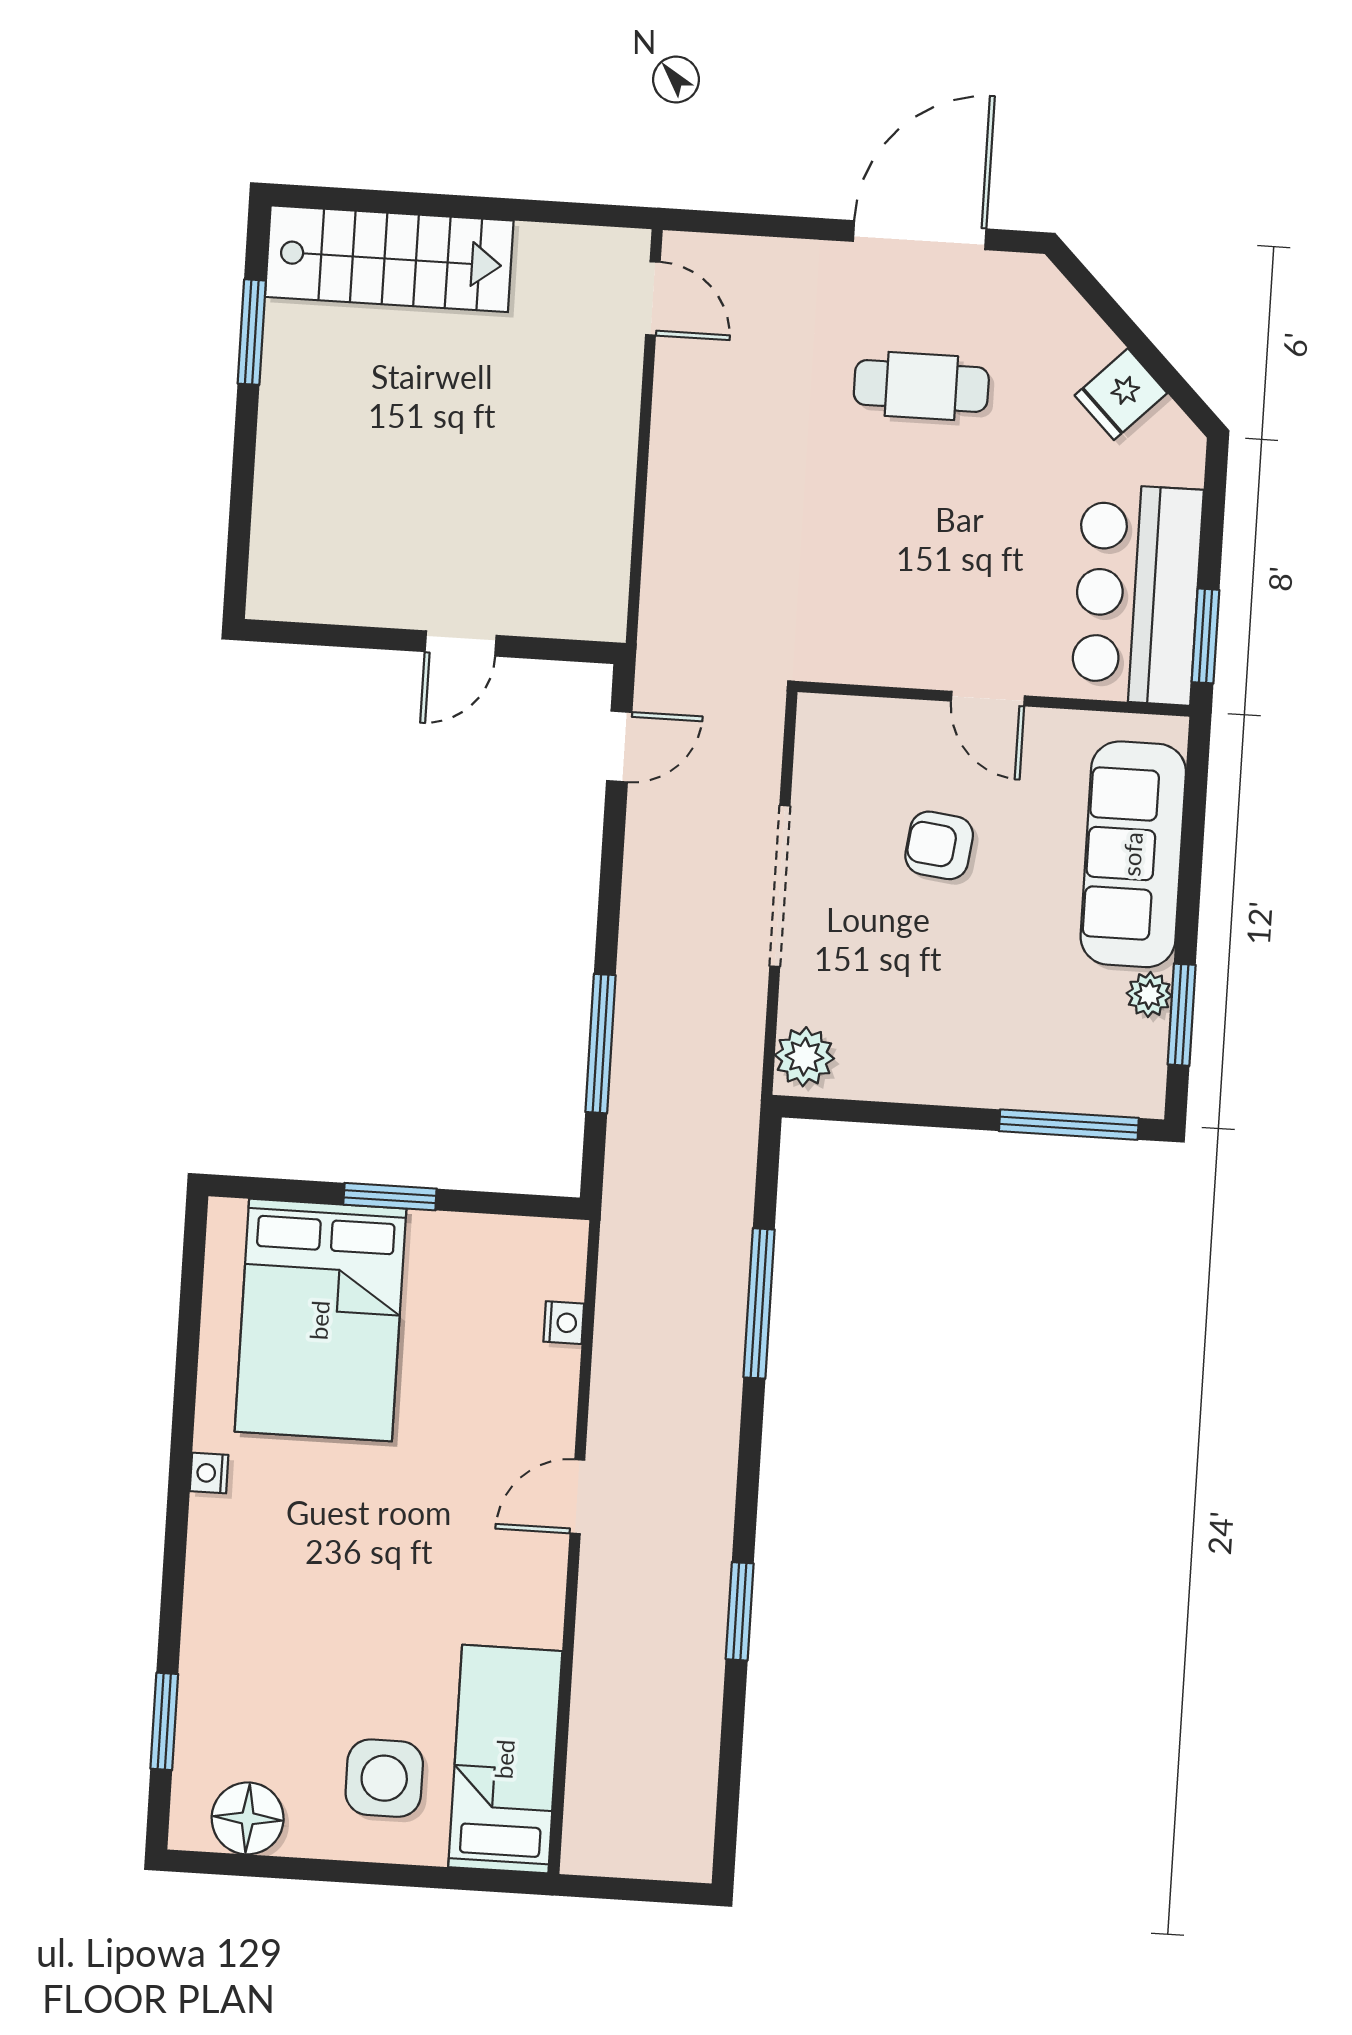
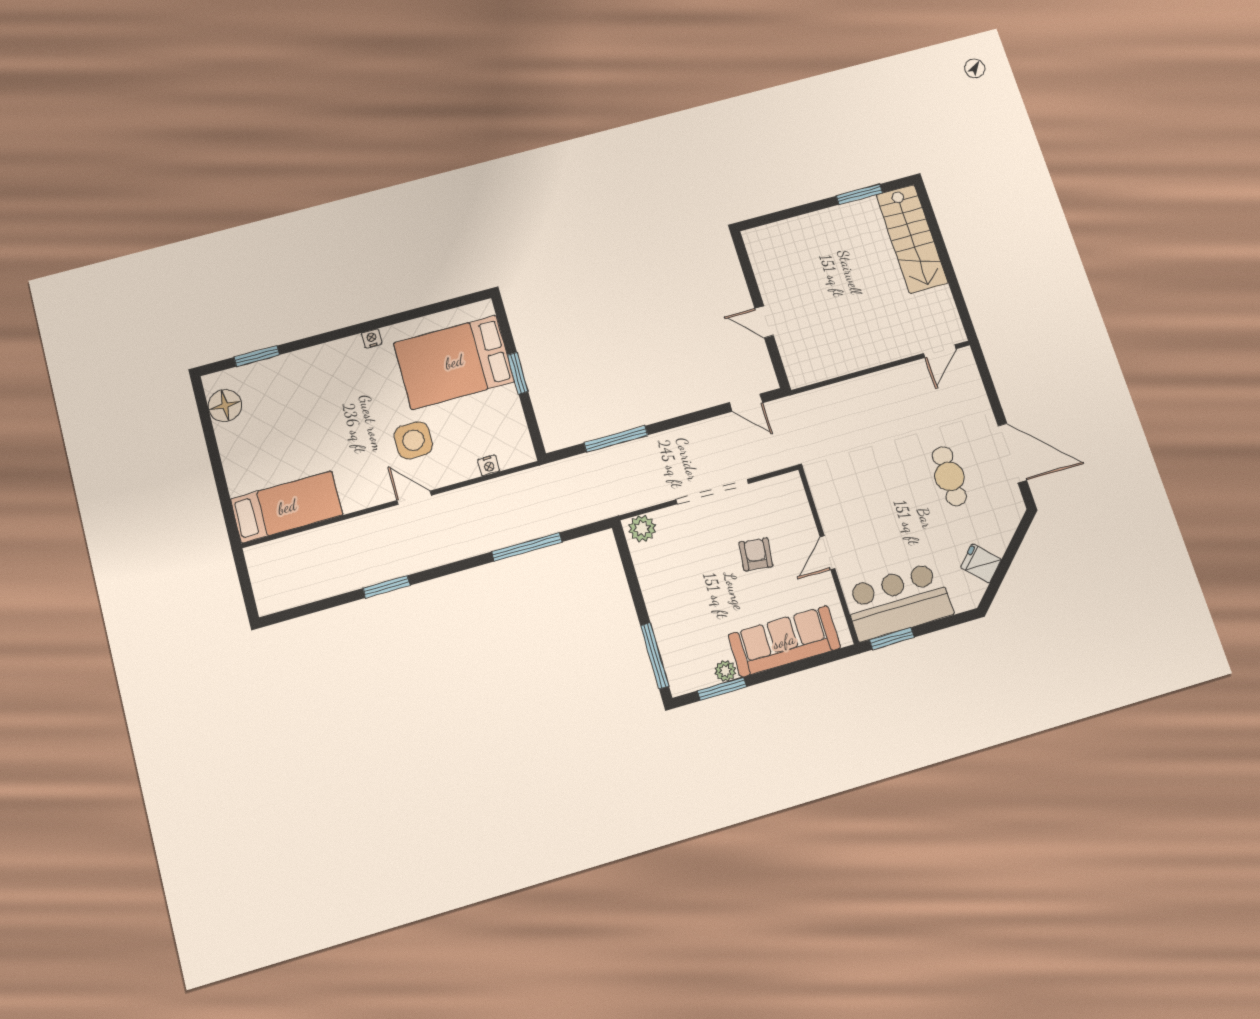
side table: (384, 1778) -> (413, 440), moved

